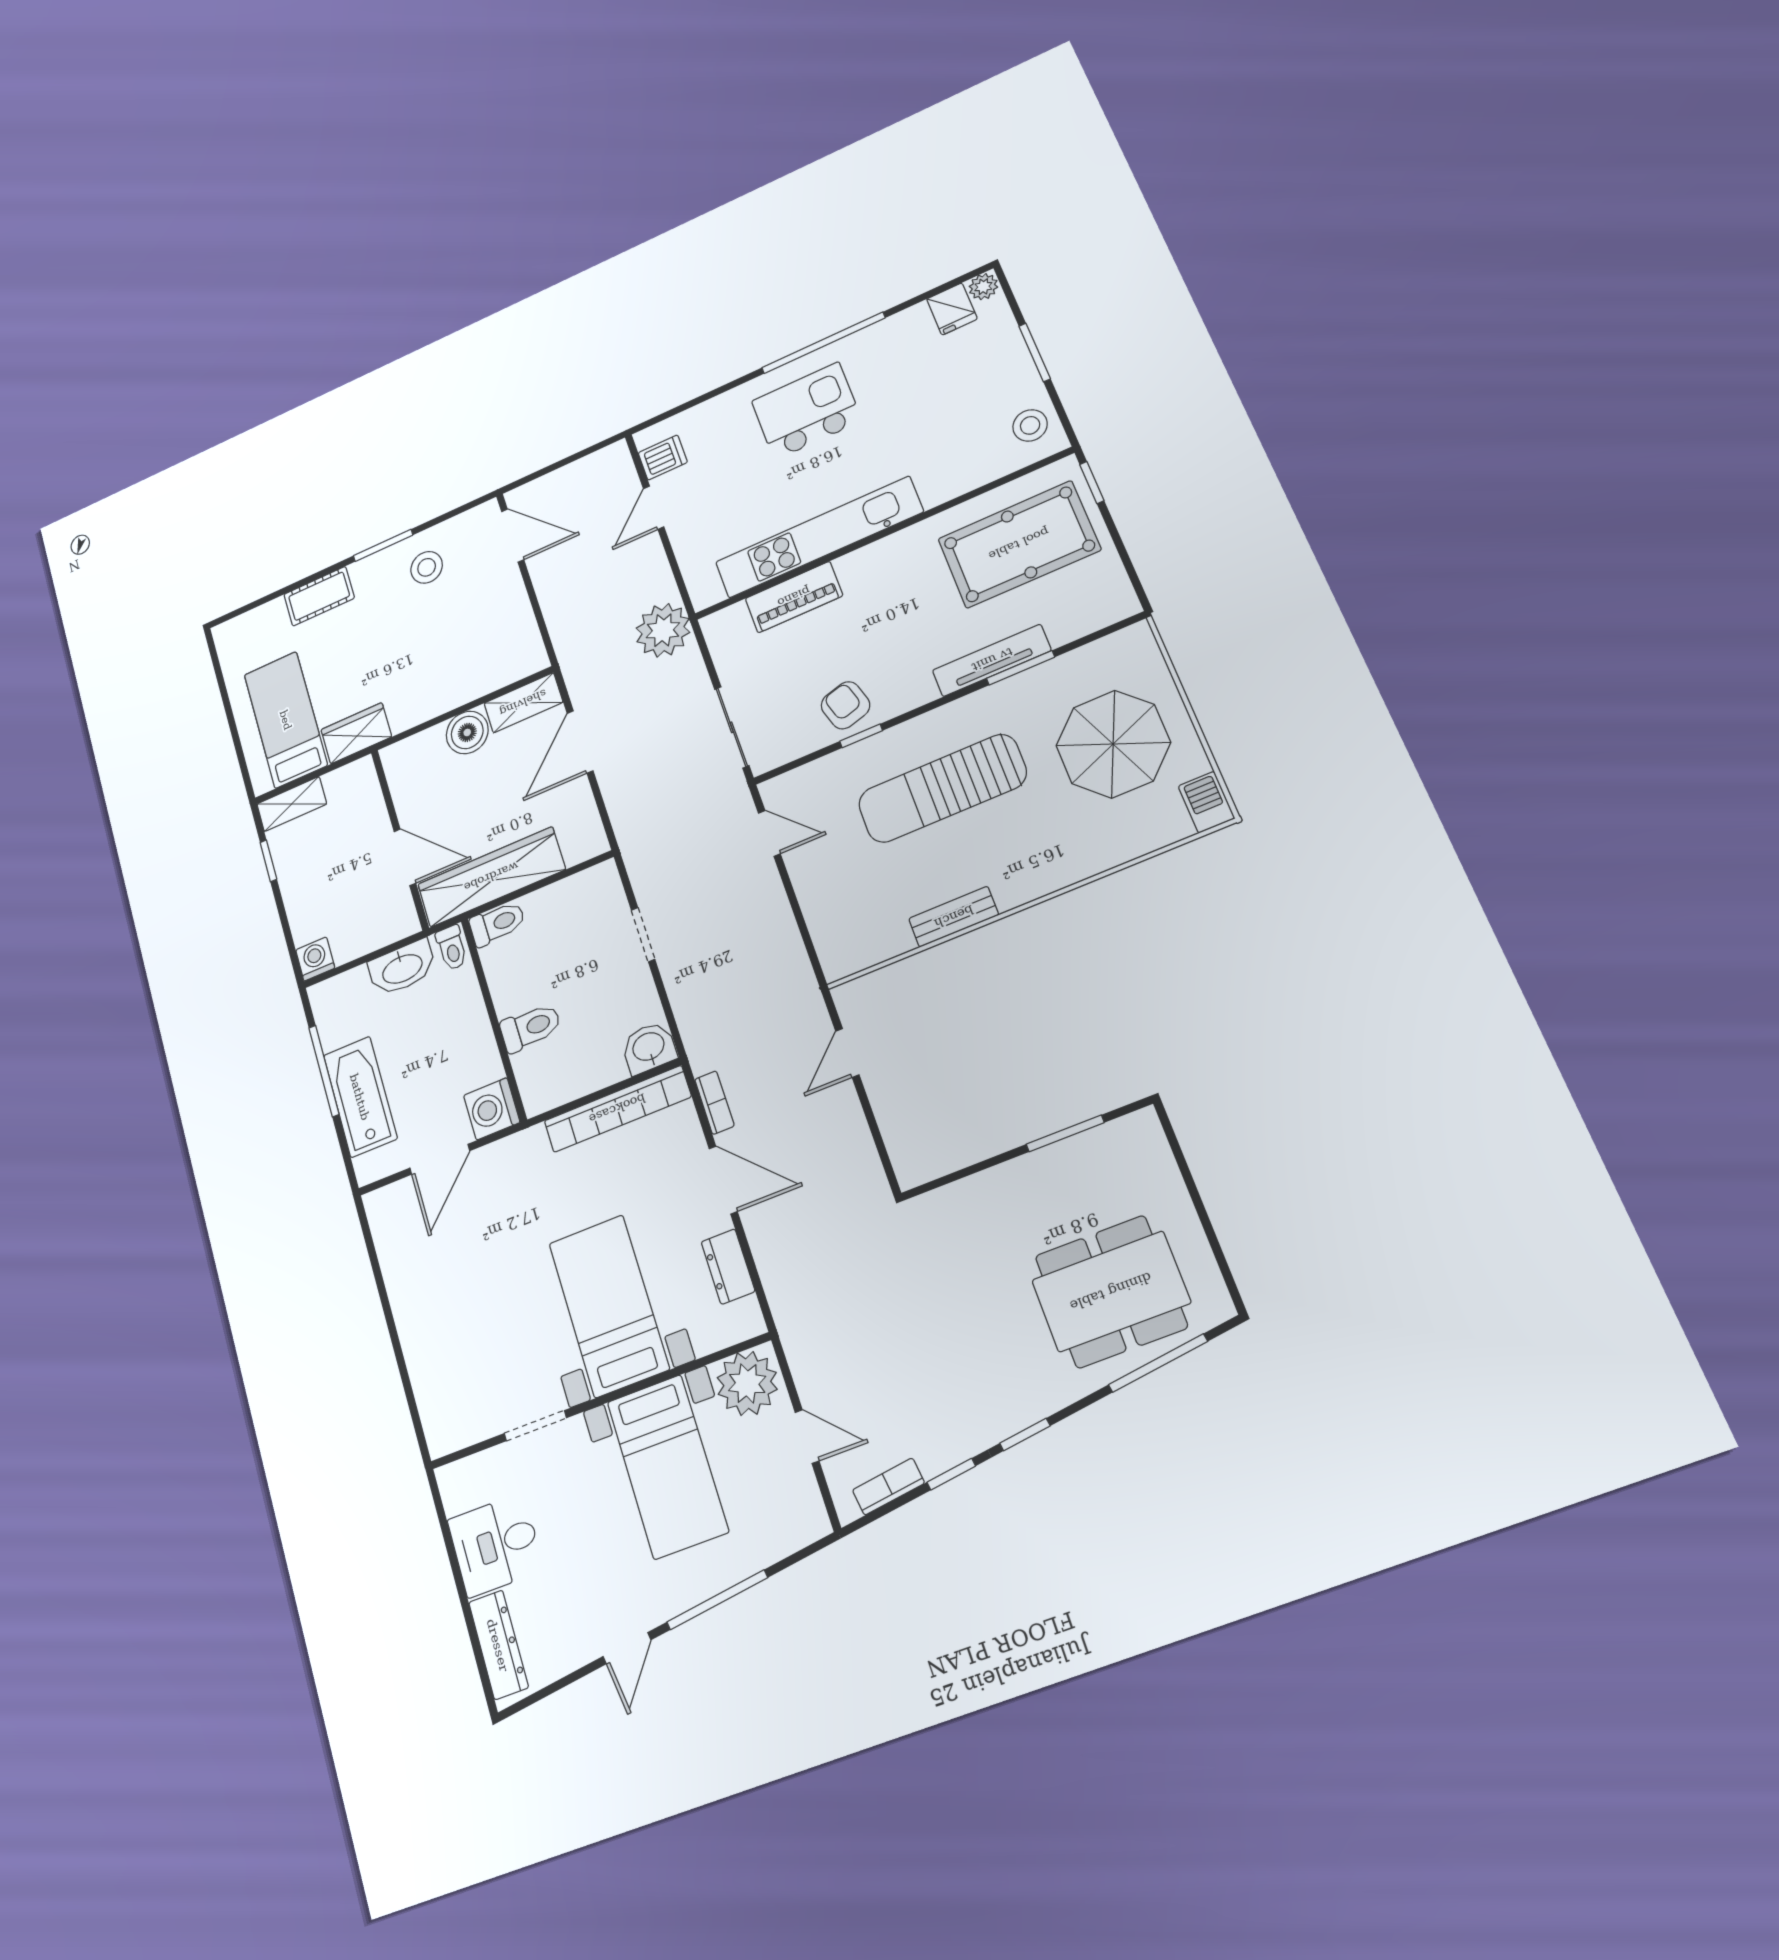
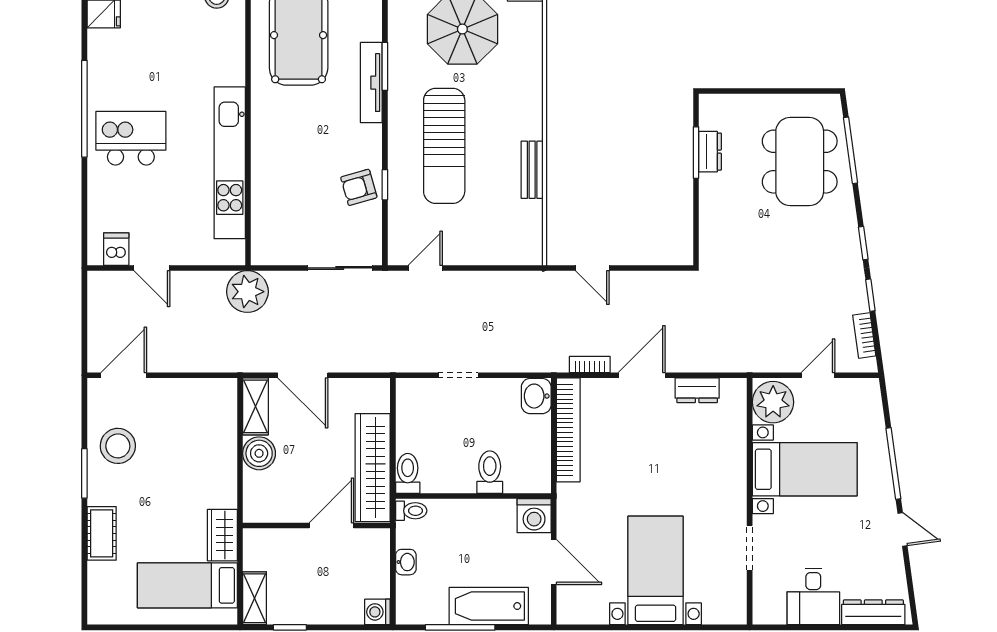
kitchen island: (807, 411) -> (131, 138), turned 90
stool: (427, 567) -> (118, 446), width x1.38, depth x1.38
piano: (794, 597) -> (265, 195), removed
washbasin: (402, 968) -> (406, 562), width x0.52, depth x0.69
dresser: (1074, 1153) -> (710, 152), added
bed with nightstands: (609, 1306) -> (656, 570), moved, turned 90

